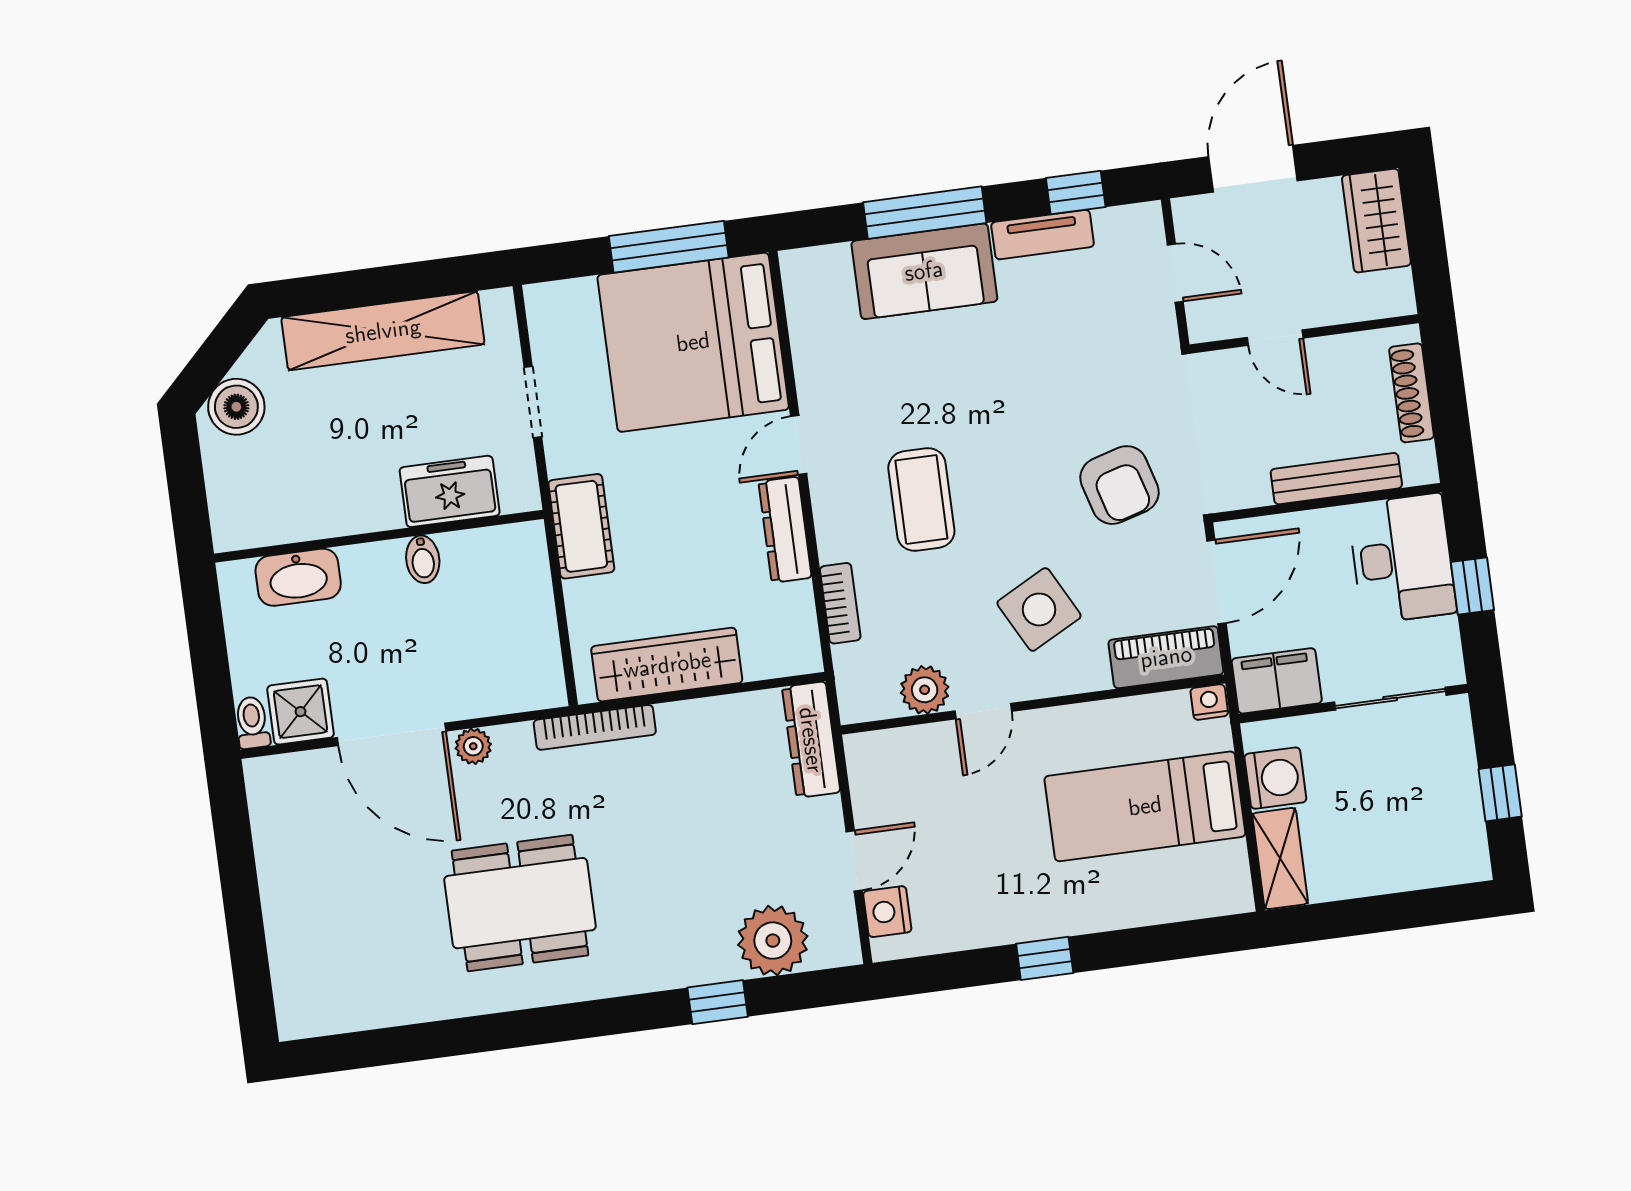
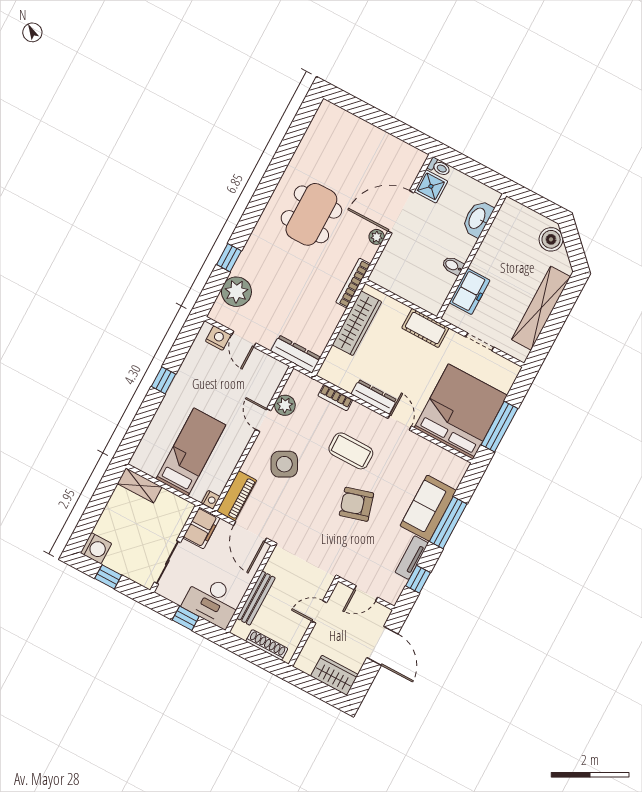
armchair: (1119, 485) -> (356, 504), moved
washing machine: (1275, 778) -> (96, 548), moved, turned -90

